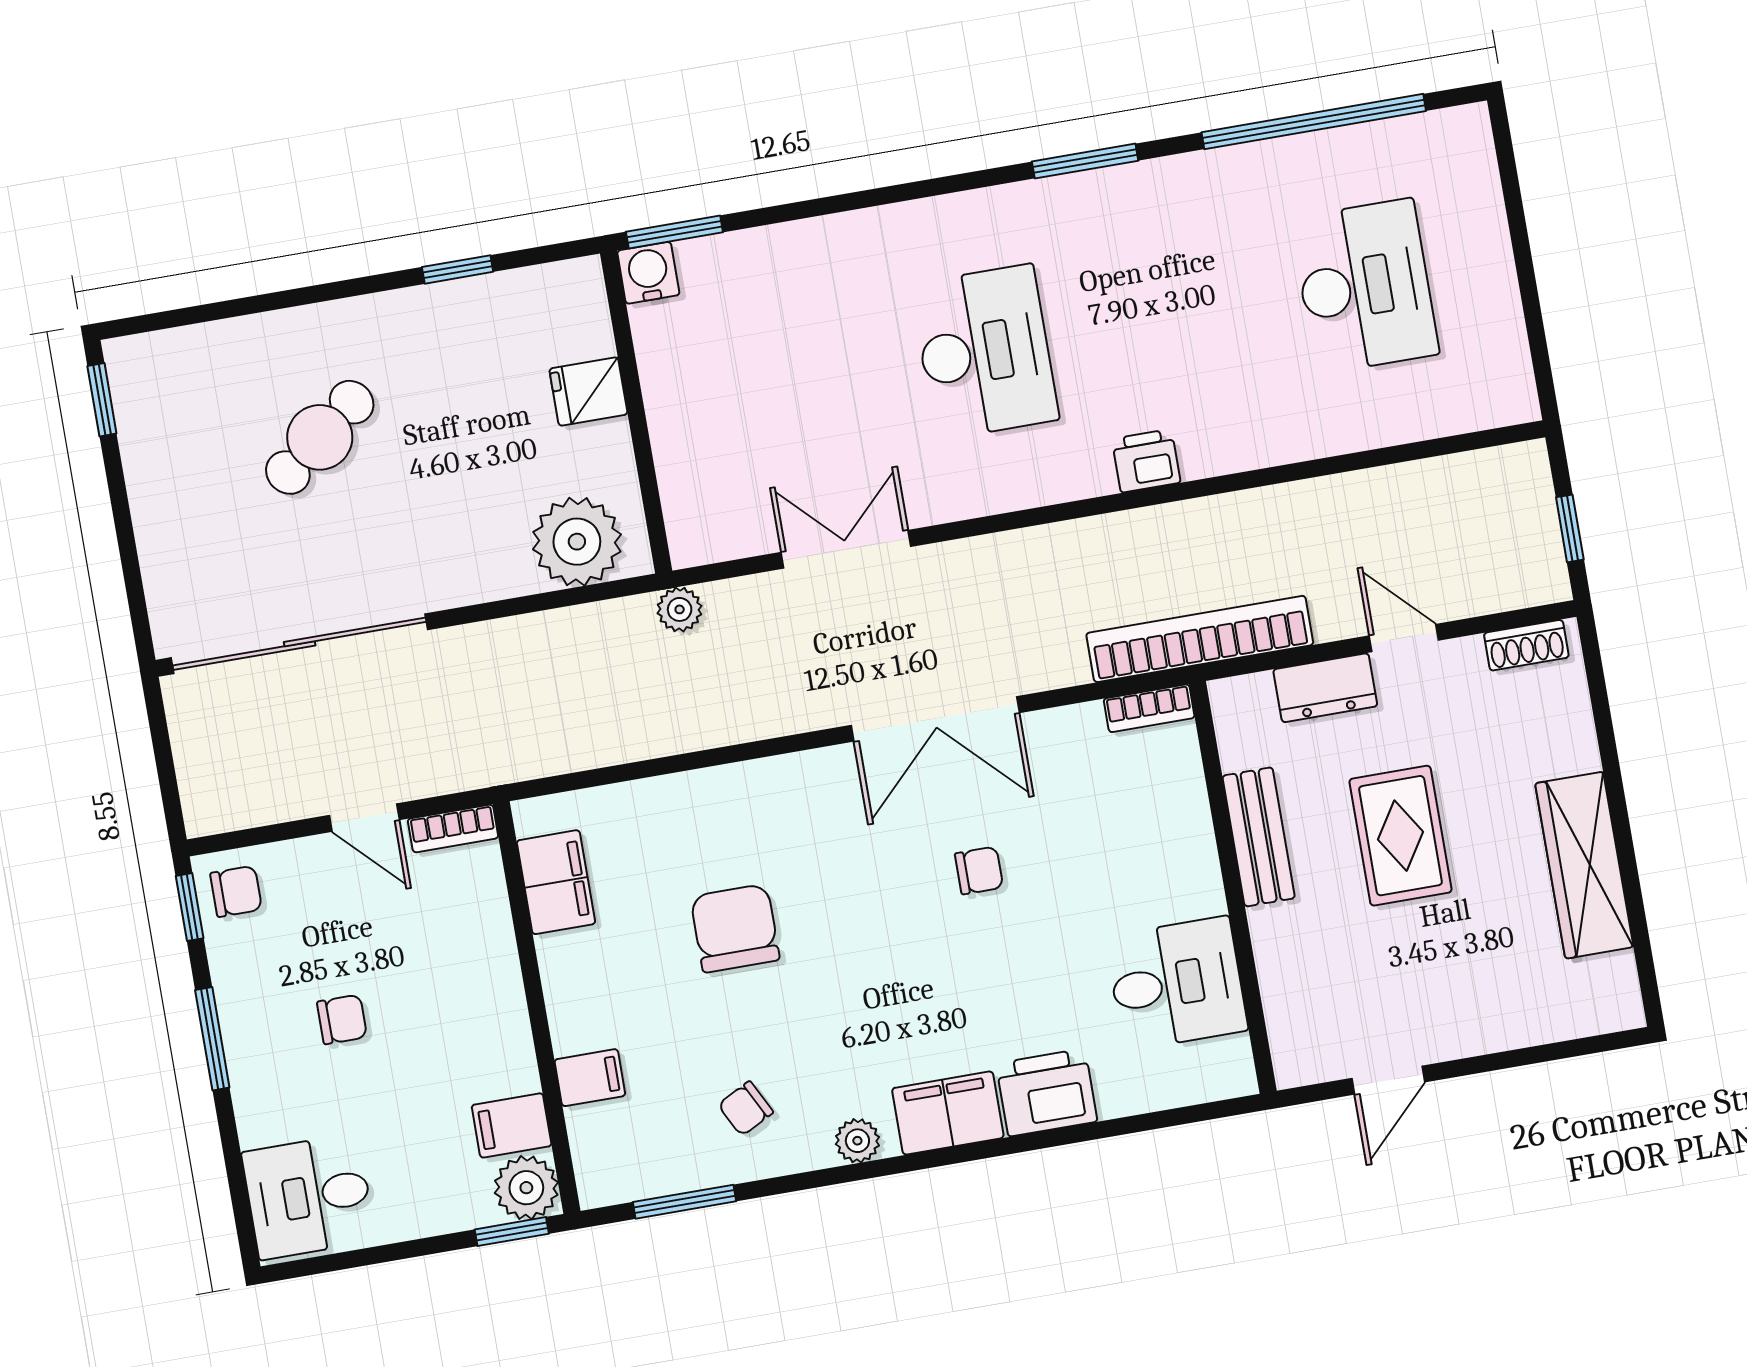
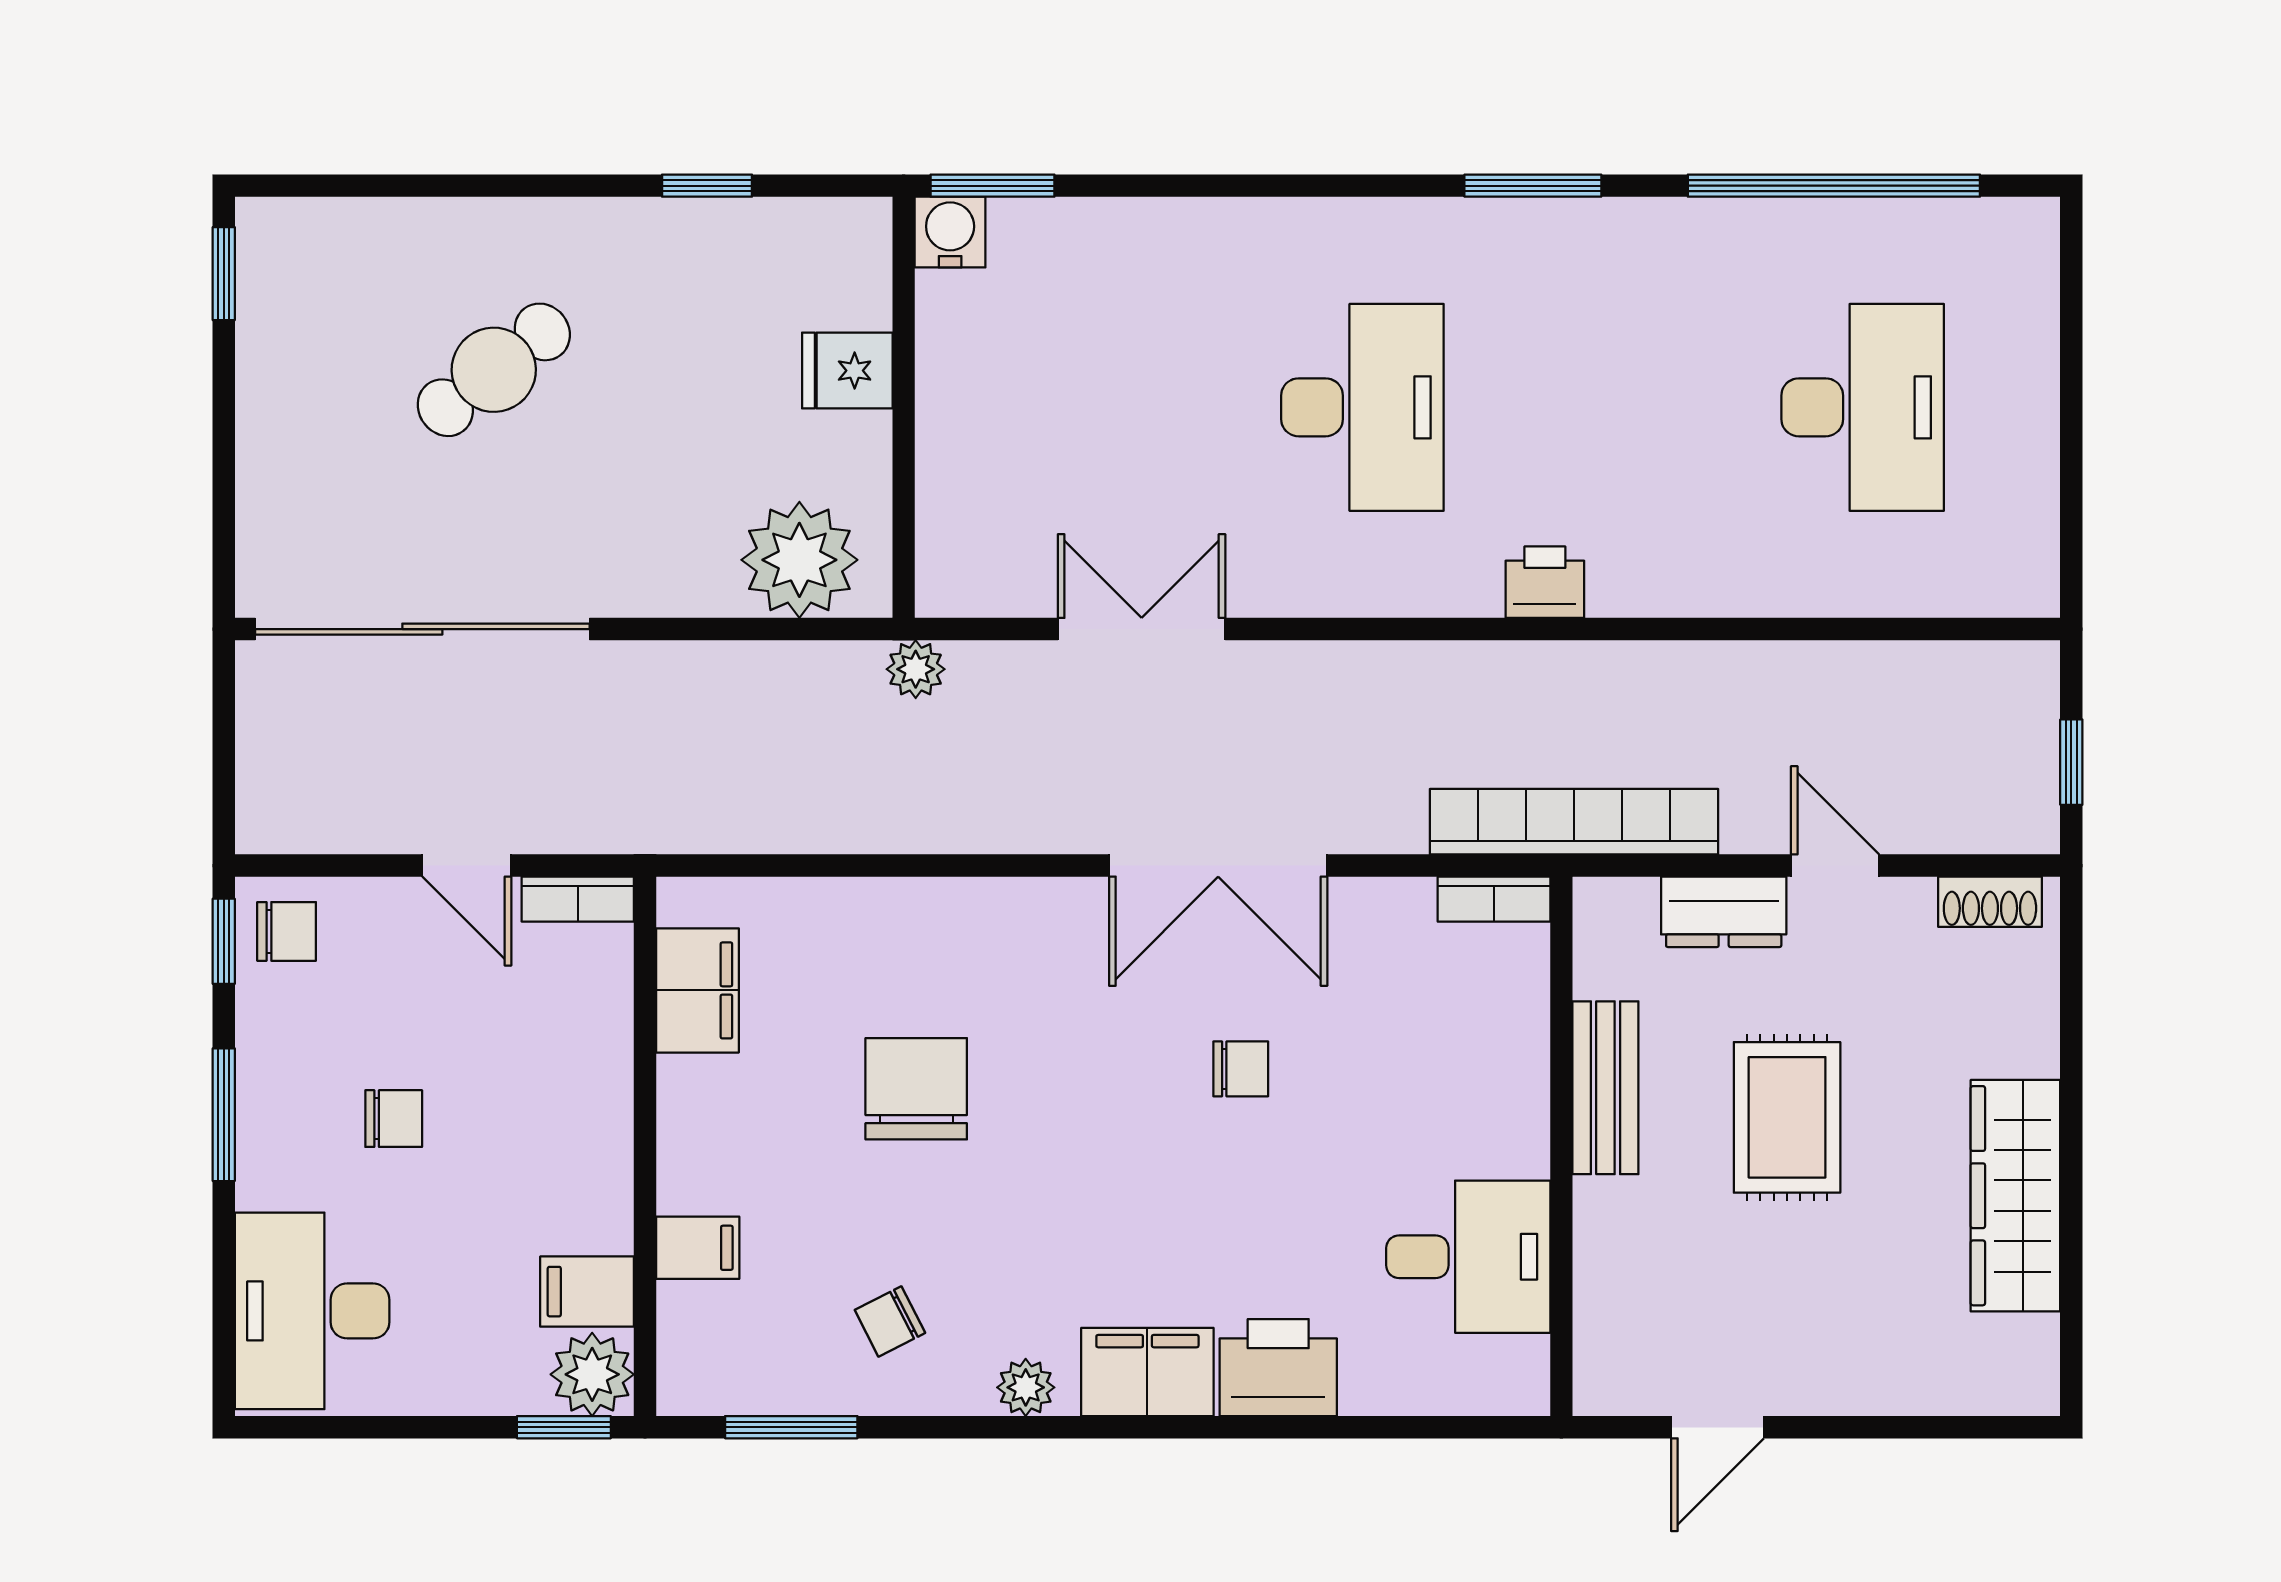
desk: (309, 1197) -> (312, 1311), width x1.37

